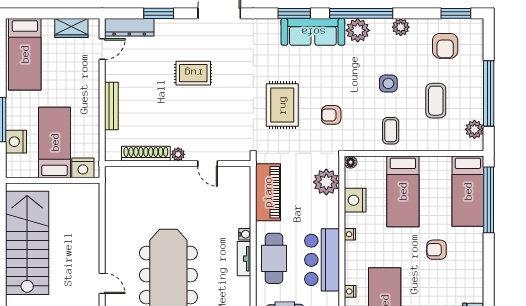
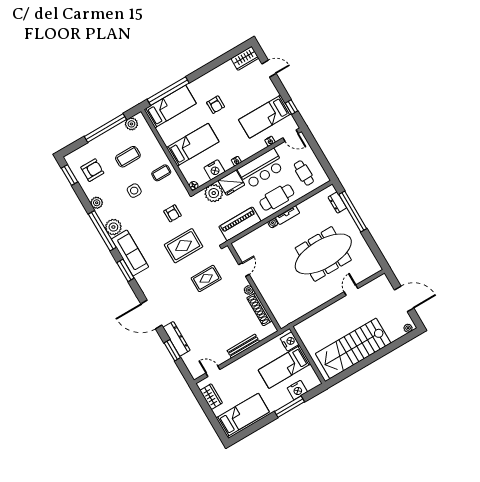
dresser: (129, 27) -> (177, 339), moved
rug: (193, 73) -> (206, 278), moved, turned 90
fridge: (326, 212) -> (231, 183), added

